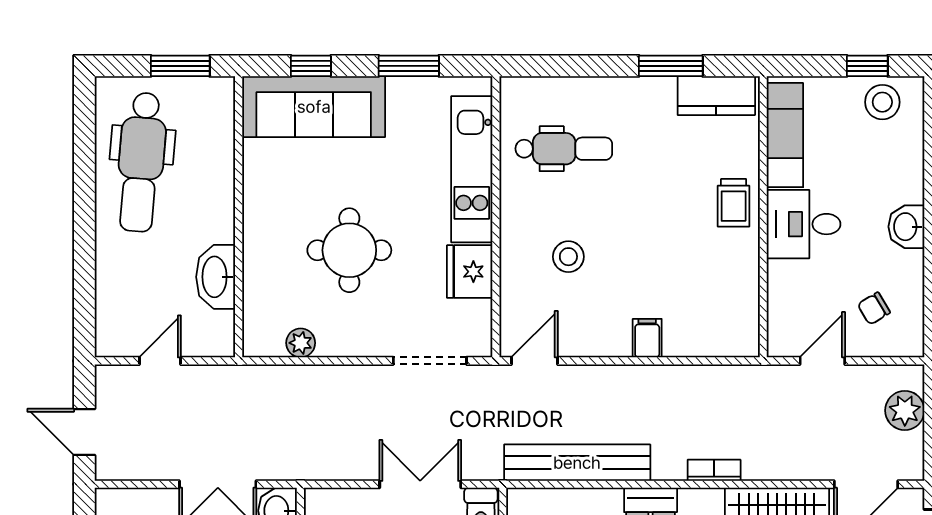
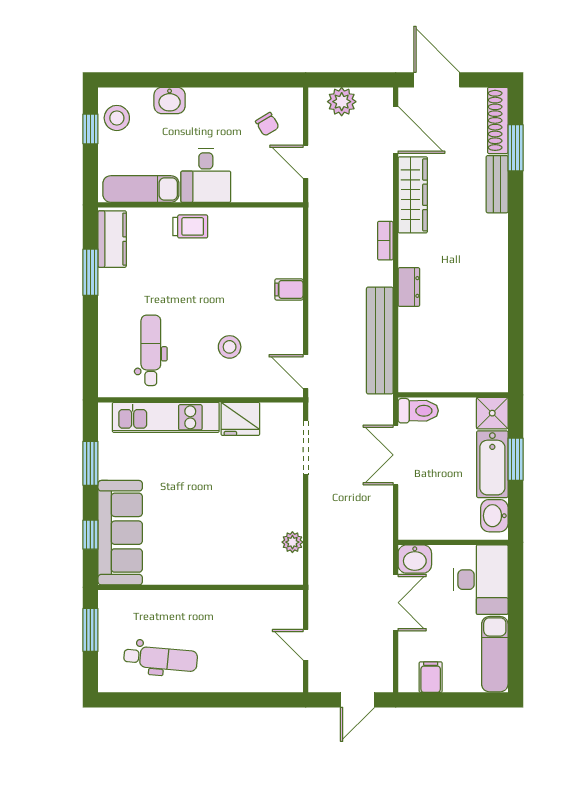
dental chair: (141, 162) -> (161, 658), width x0.73, depth x0.72
washbasin: (906, 227) -> (170, 100), moved
round table: (349, 250) -> (225, 507), removed
washbasin: (216, 277) -> (244, 604), removed

